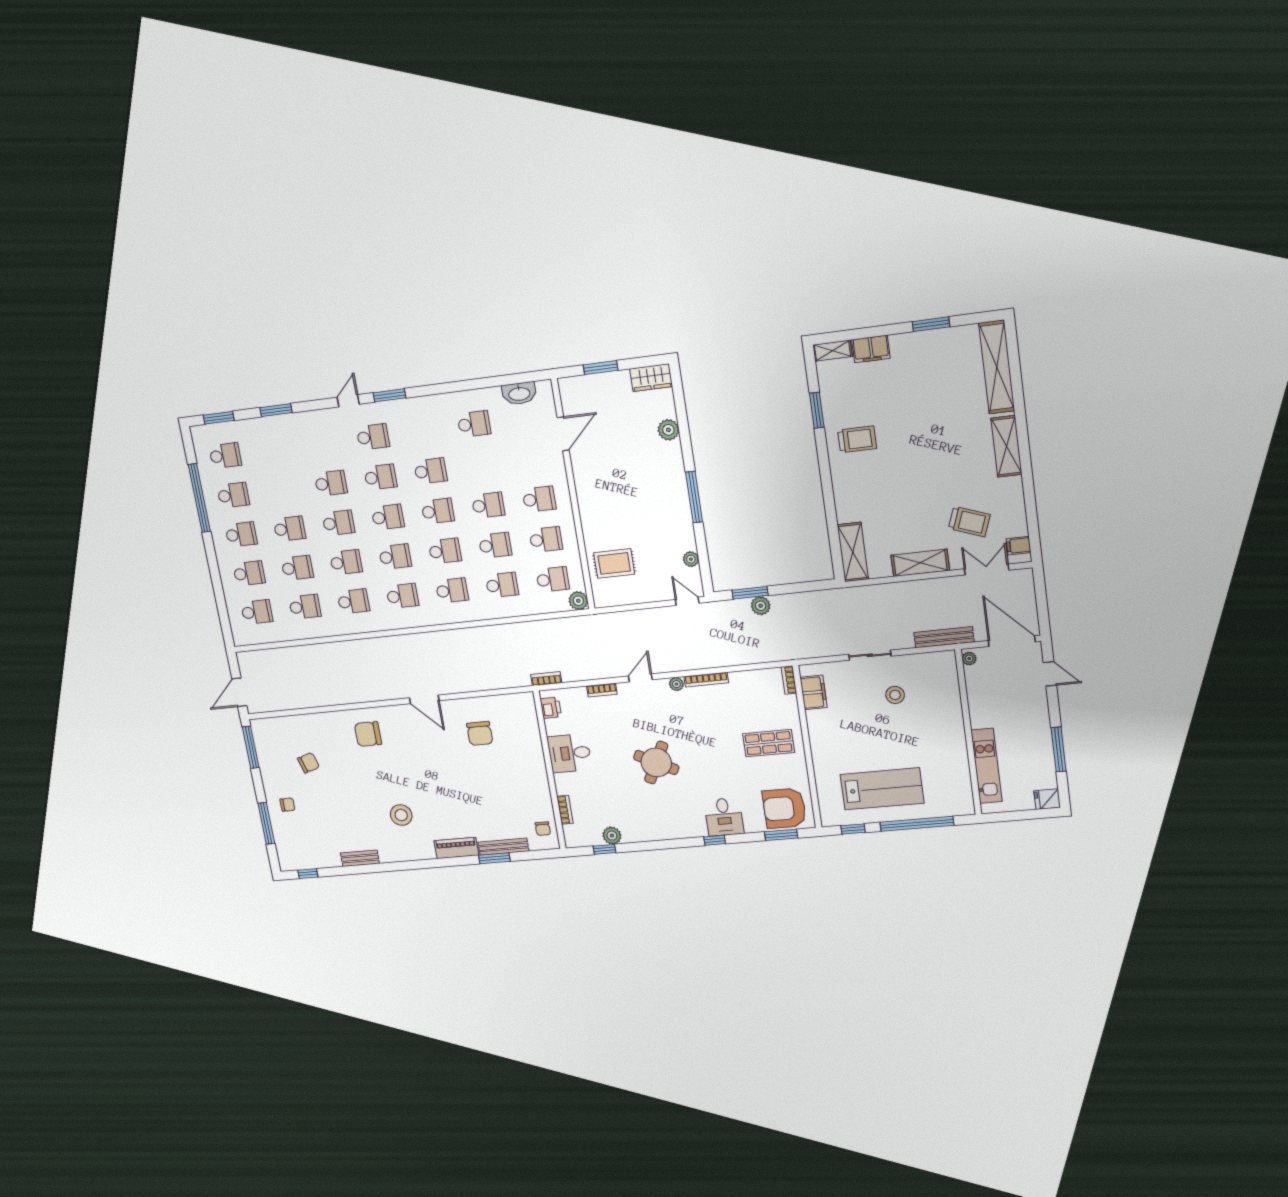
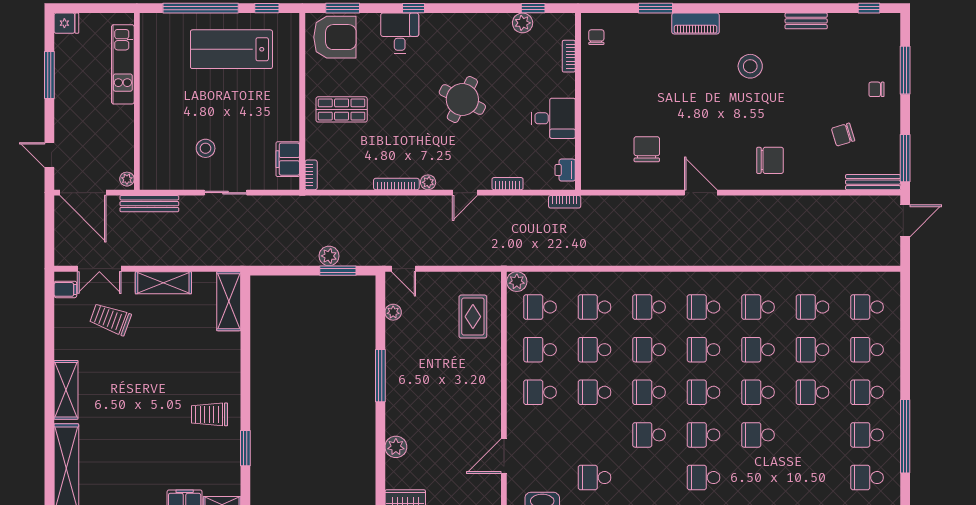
rug: (614, 563) -> (473, 317), turned 90
bench: (503, 847) -> (873, 182), moved

